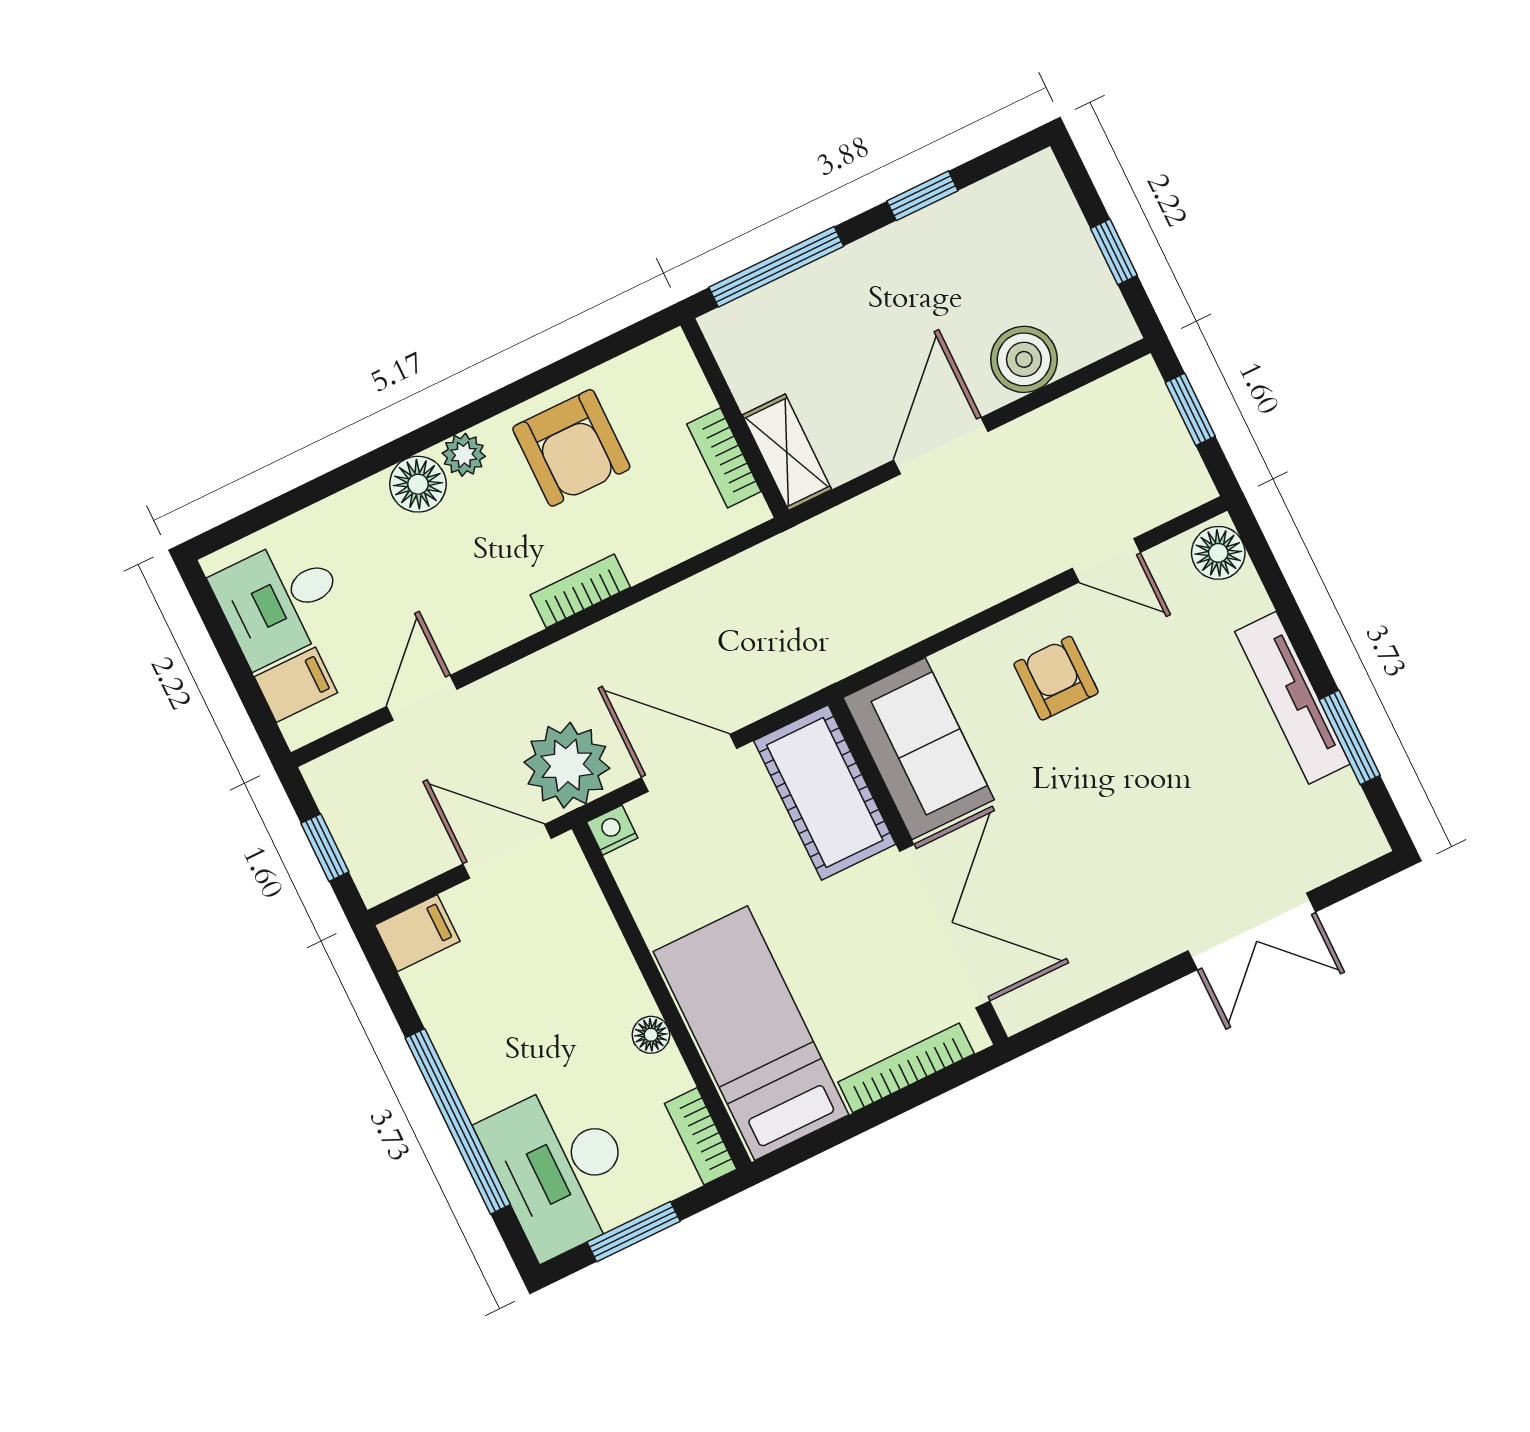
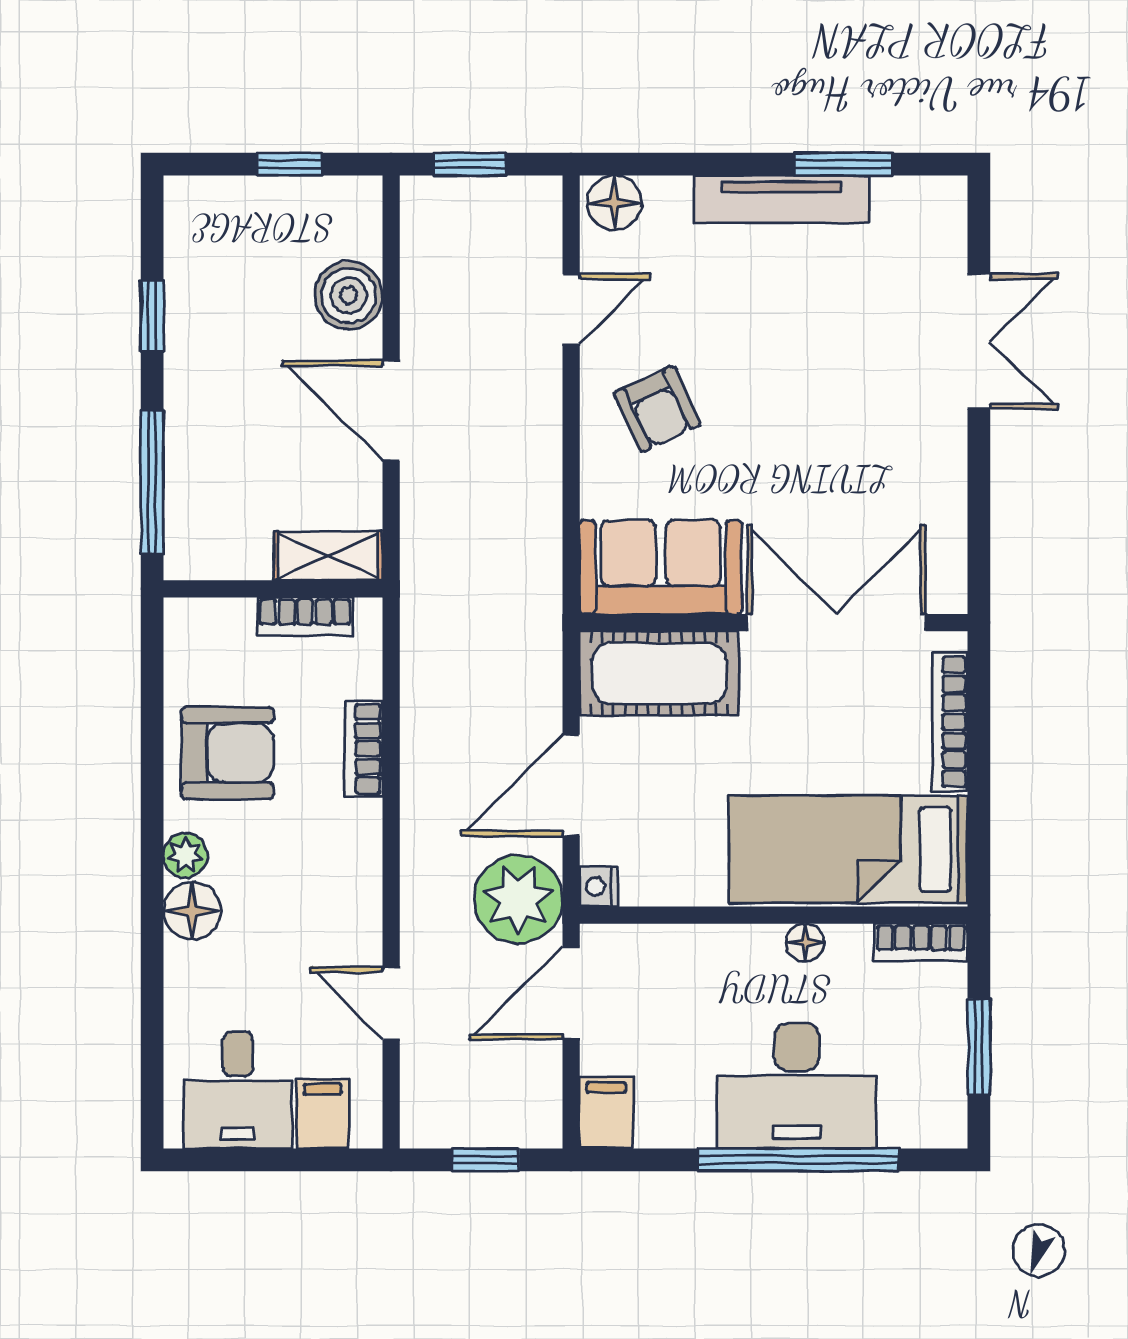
bookcase: (580, 591) -> (364, 749), moved
armchair: (1056, 678) -> (657, 409), turned -115
desk: (561, 1168) -> (797, 1086), moved

